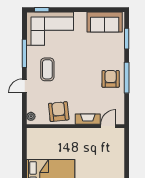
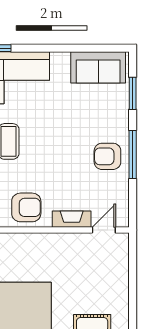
armchair: (111, 79) -> (107, 156), turned -90
armchair: (59, 112) -> (26, 207), turned 96

